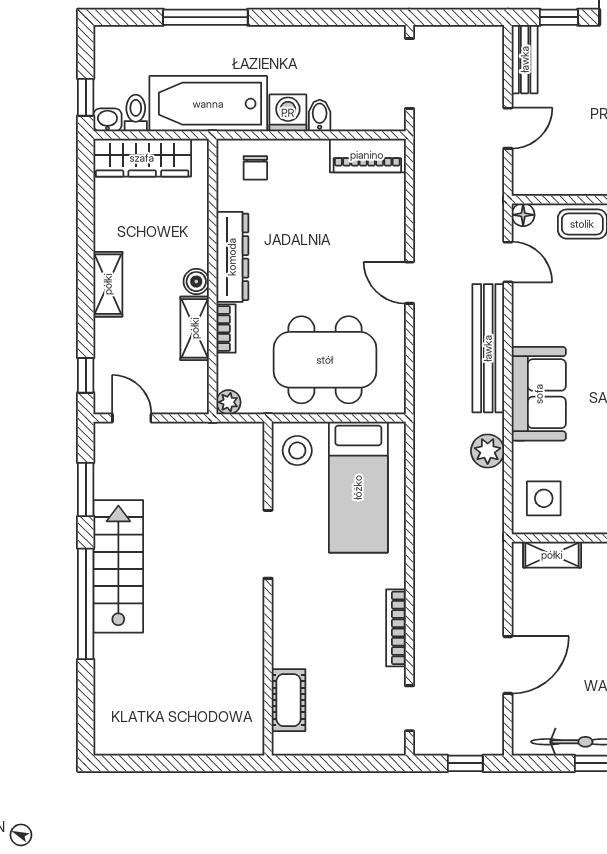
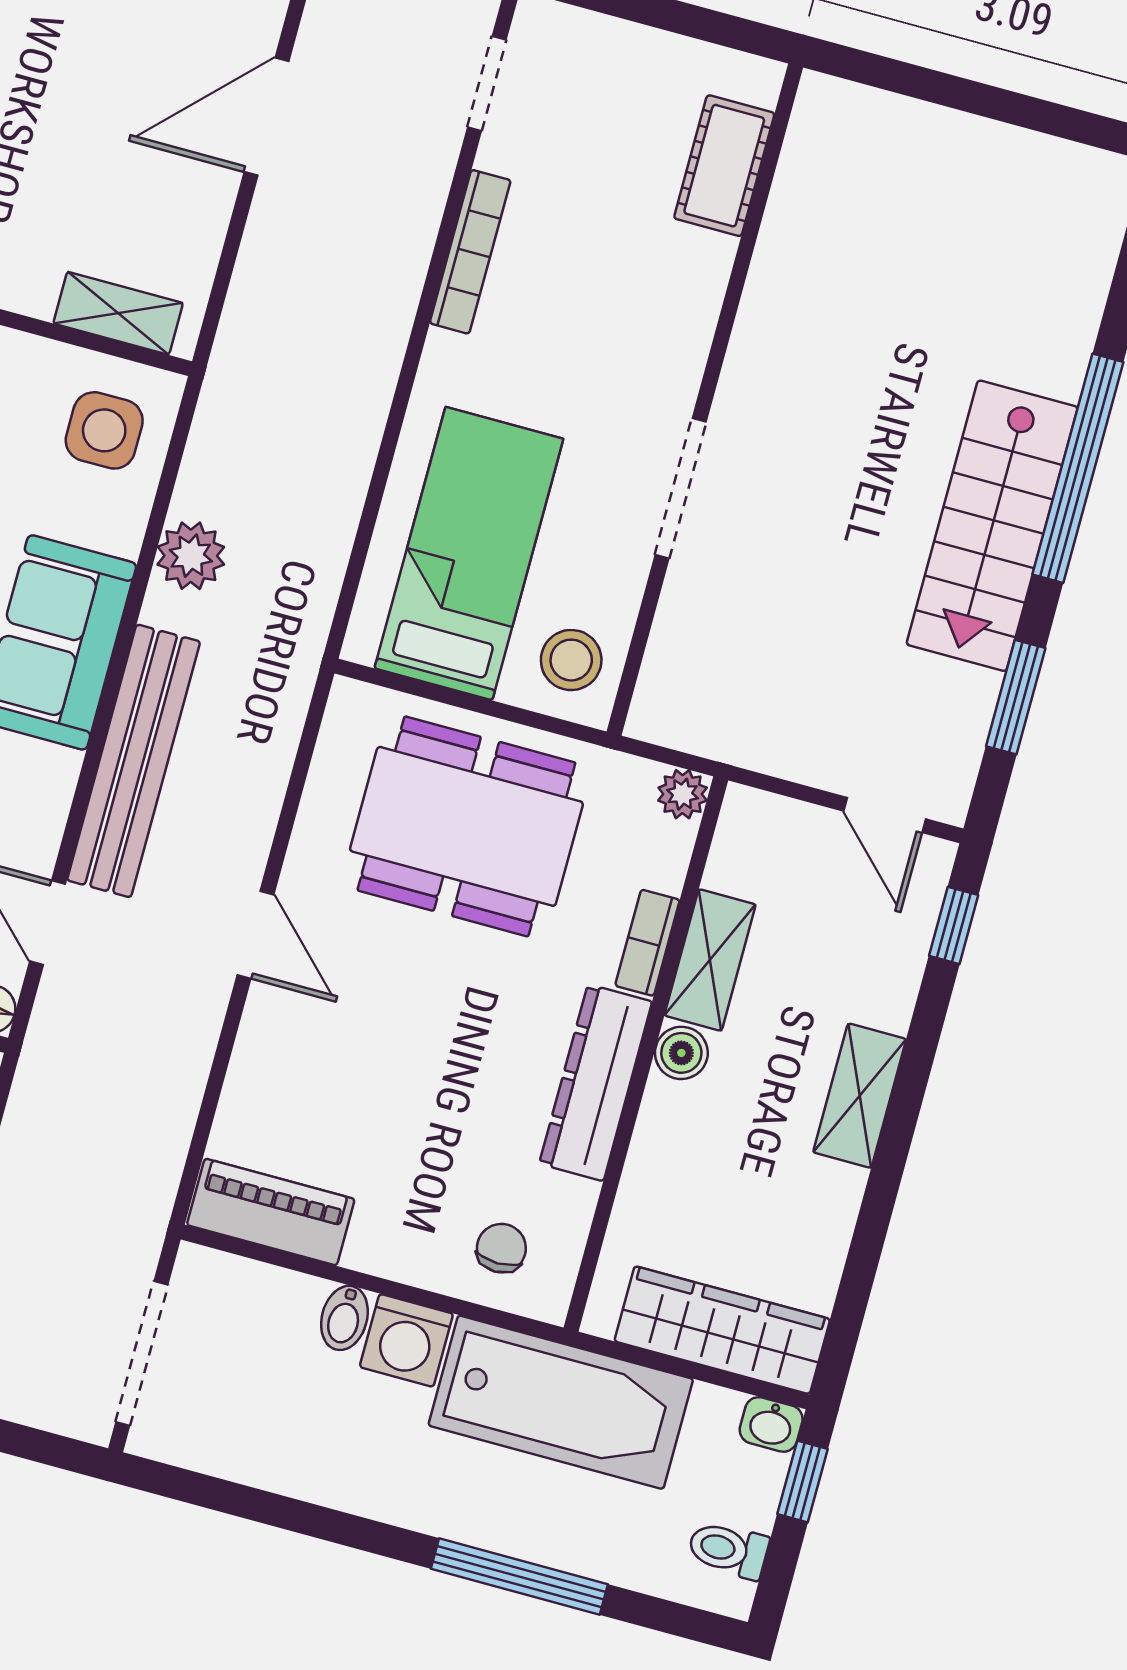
toilet: (136, 113) -> (728, 1550), moved, turned 90

